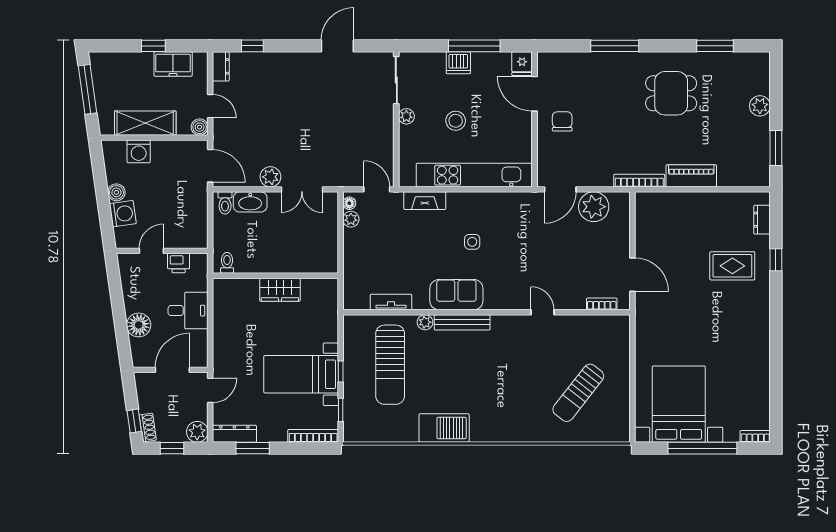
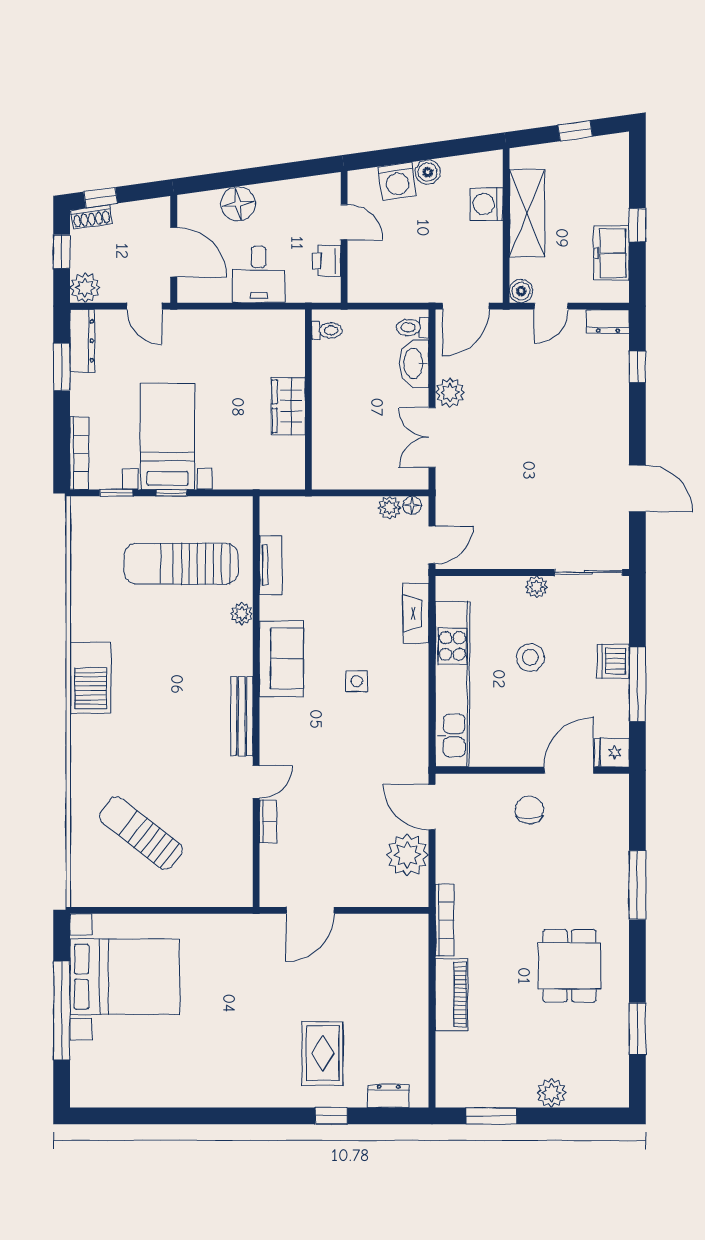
window: (87, 89) -> (575, 131), width x0.46
chair: (562, 121) -> (529, 810), turned -90
bookcase: (602, 304) -> (268, 821), moved
bench: (462, 322) -> (242, 716), moved
barbecue: (444, 428) -> (91, 678), moved
bookcase: (755, 436) -> (79, 1086), removed

